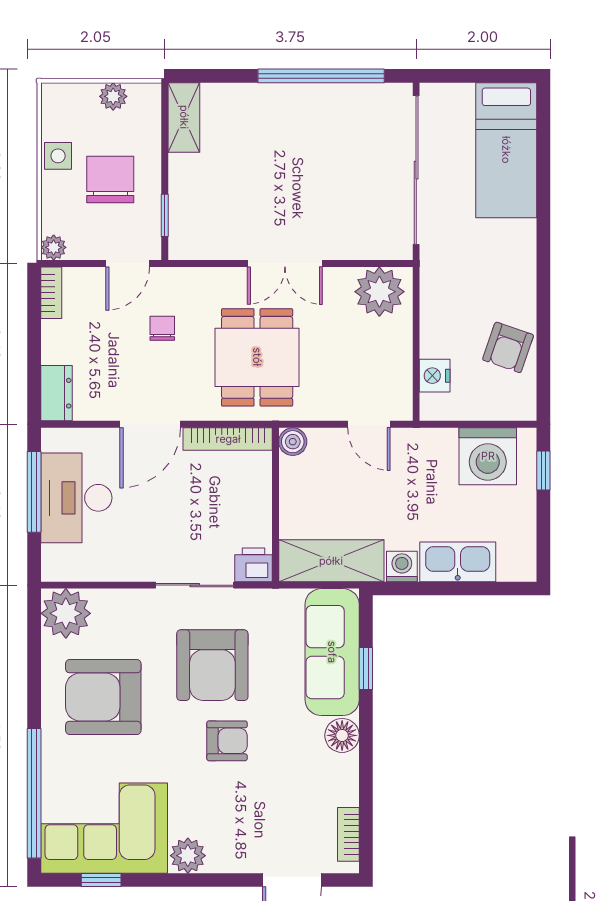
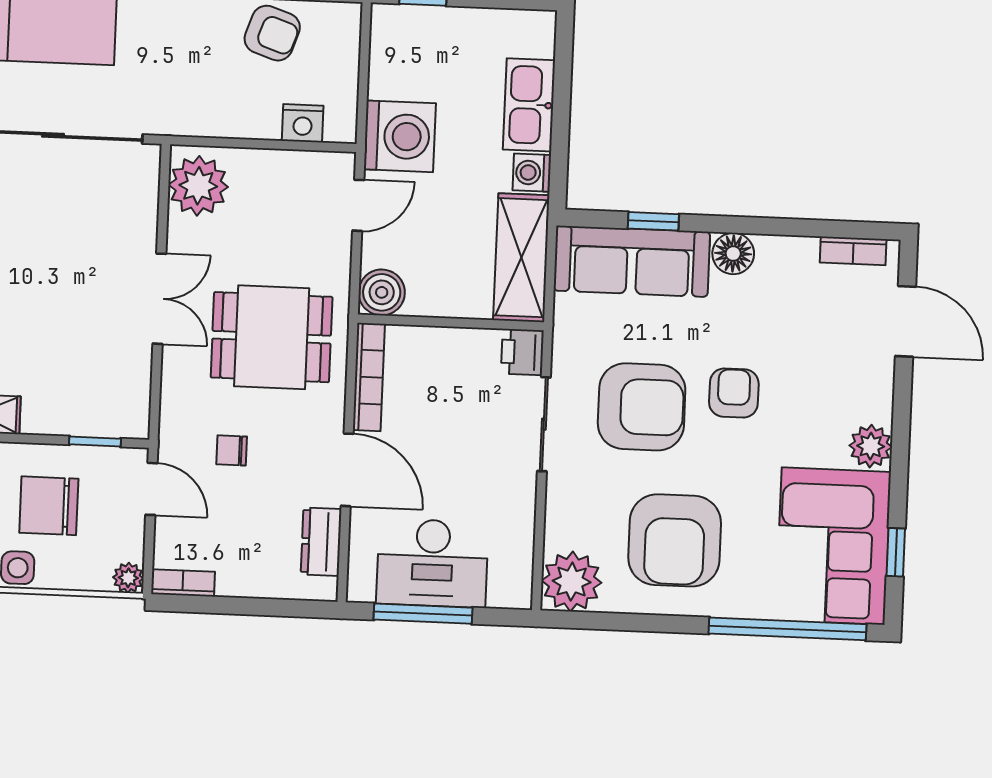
dresser: (57, 393) -> (321, 542), moved, turned -90
boiler: (293, 442) -> (382, 292), width x1.36, depth x1.36
washing machine: (488, 456) -> (400, 136), moved

